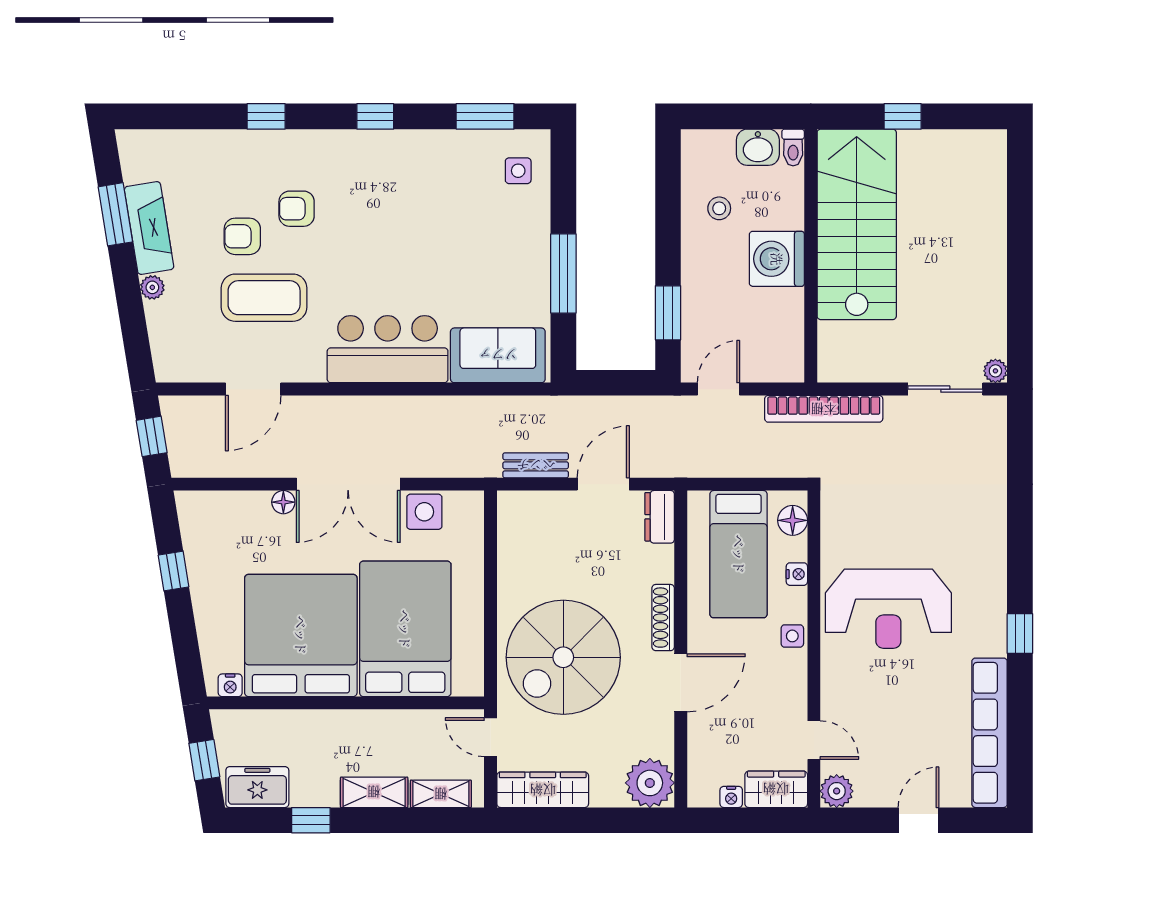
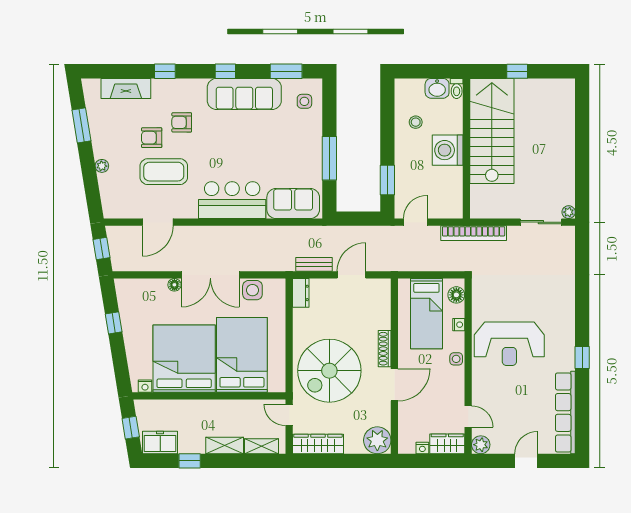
sofa: (410, 157) -> (244, 94), added
fireplace: (149, 228) -> (126, 88), moved, turned 99
dresser: (660, 517) -> (301, 293), moved, turned 180

